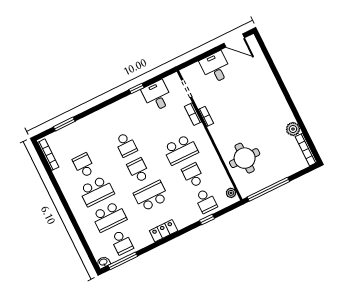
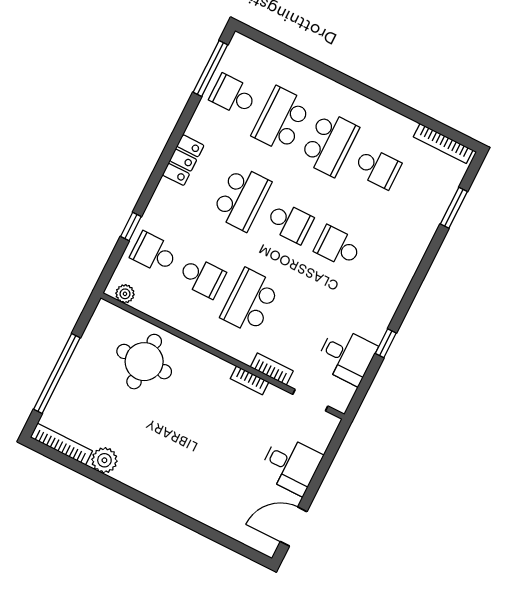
window: (268, 189) -> (57, 373), moved
school desk: (96, 191) -> (329, 144), turned 180
washbasin: (103, 262) -> (238, 44), removed

